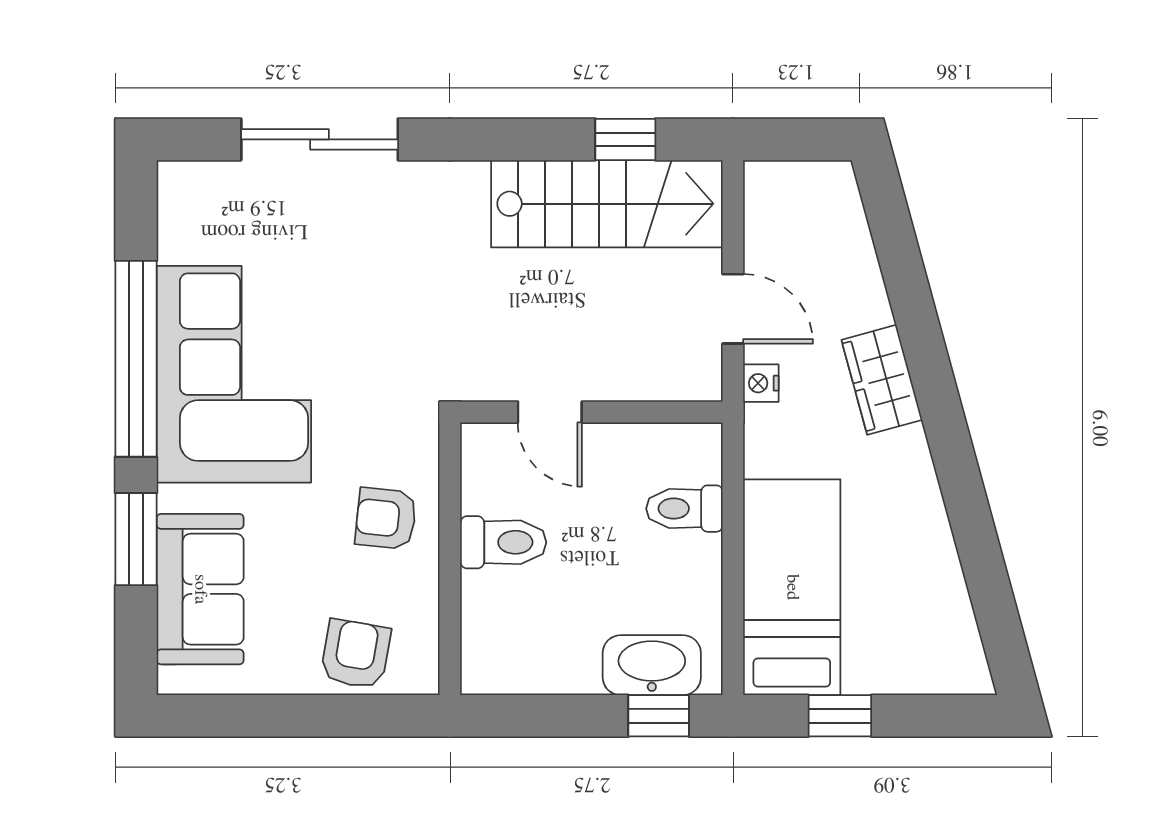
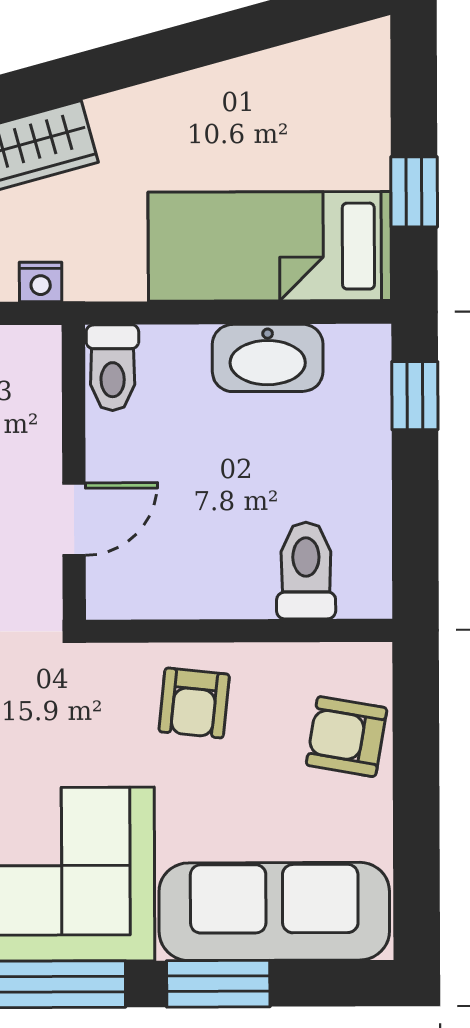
toilet: (684, 509) -> (113, 368), moved
toilet: (503, 542) -> (306, 571), moved
sofa: (200, 589) -> (274, 911), width x1.36
washbasin: (652, 665) -> (268, 358), moved, turned -90

